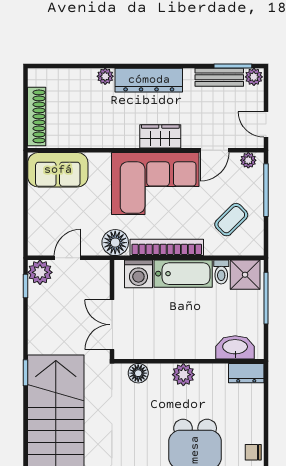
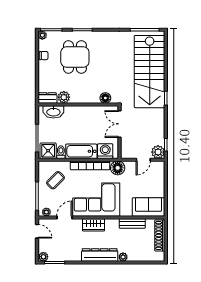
bench: (219, 77) -> (132, 223), moved
double door: (112, 325) -> (119, 124), swing flipped
plant: (183, 375) -> (64, 97), moved

